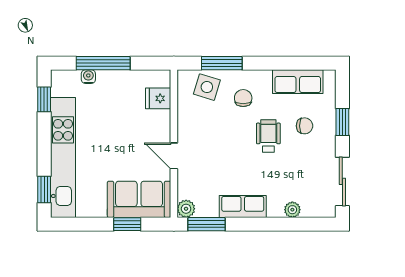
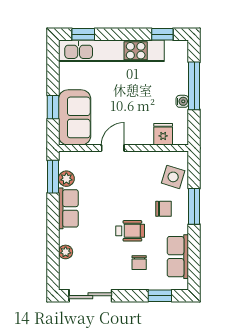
window: (222, 63) -> (194, 206), moved
water cooler: (88, 77) -> (182, 101), moved
window: (342, 122) -> (160, 296), moved
plant: (186, 209) -> (66, 179), moved

